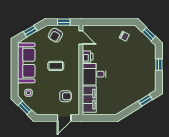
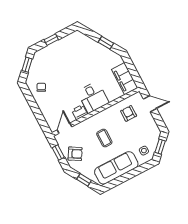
filing cabinet: (89, 99) -> (125, 79), moved, turned -90
window: (145, 100) -> (106, 43), moved

